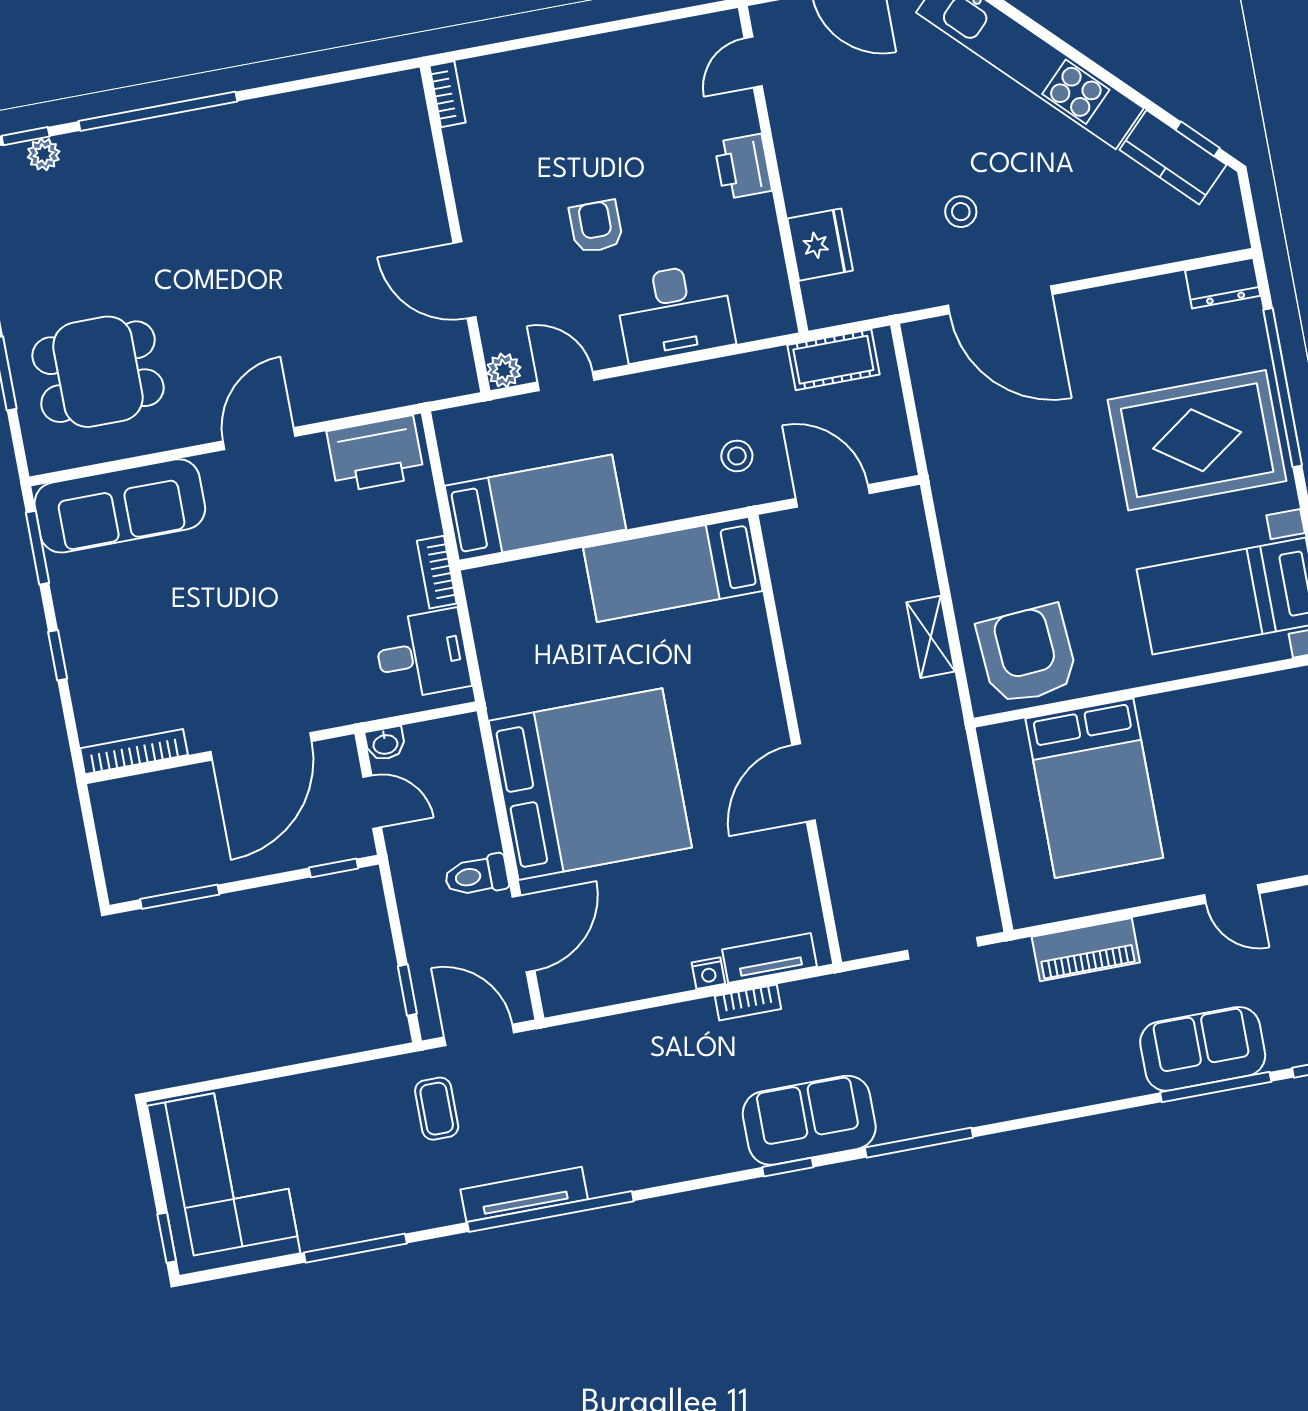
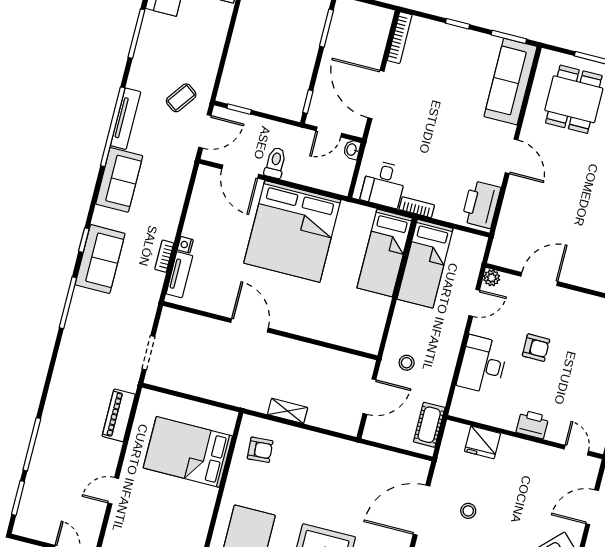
bed: (673, 569) -> (385, 253), moved, turned 180
armchair: (1027, 655) -> (260, 450), width x0.53, depth x0.53
sofa: (1203, 1049) -> (119, 180), moved
coffee table: (437, 1109) -> (181, 98), turned -54

